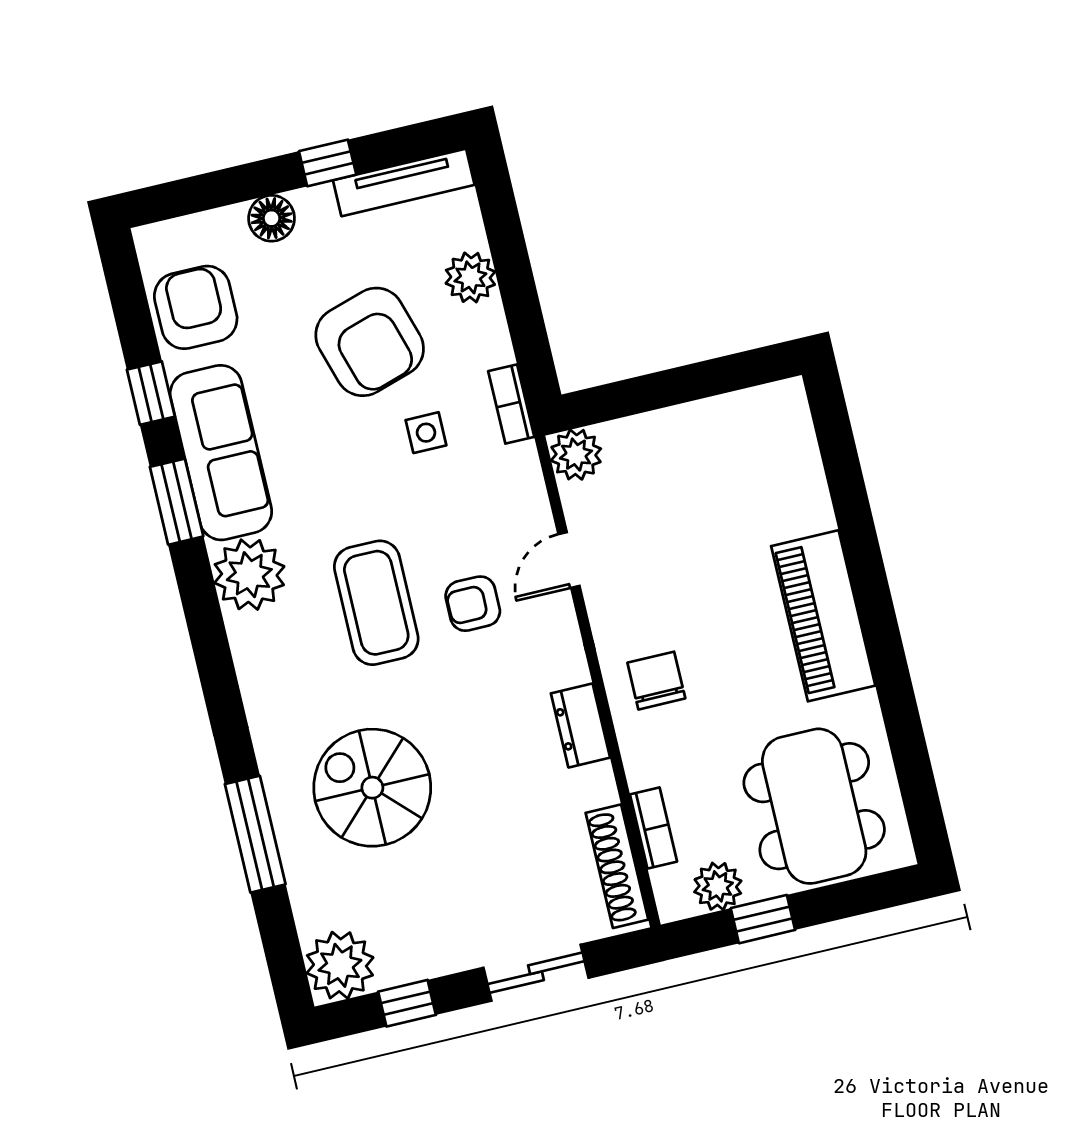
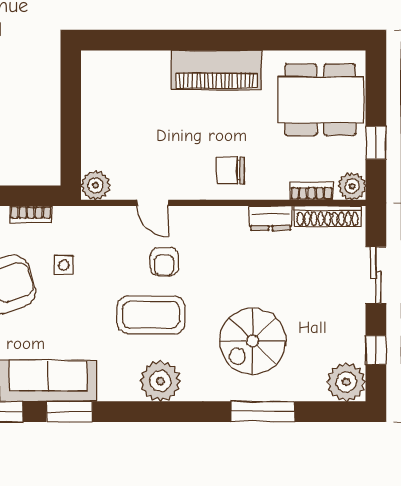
bookcase: (511, 404) -> (31, 214), moved
plant: (249, 575) -> (160, 381), moved
dresser: (580, 726) -> (271, 218), moved
plant: (718, 886) -> (352, 186), moved

